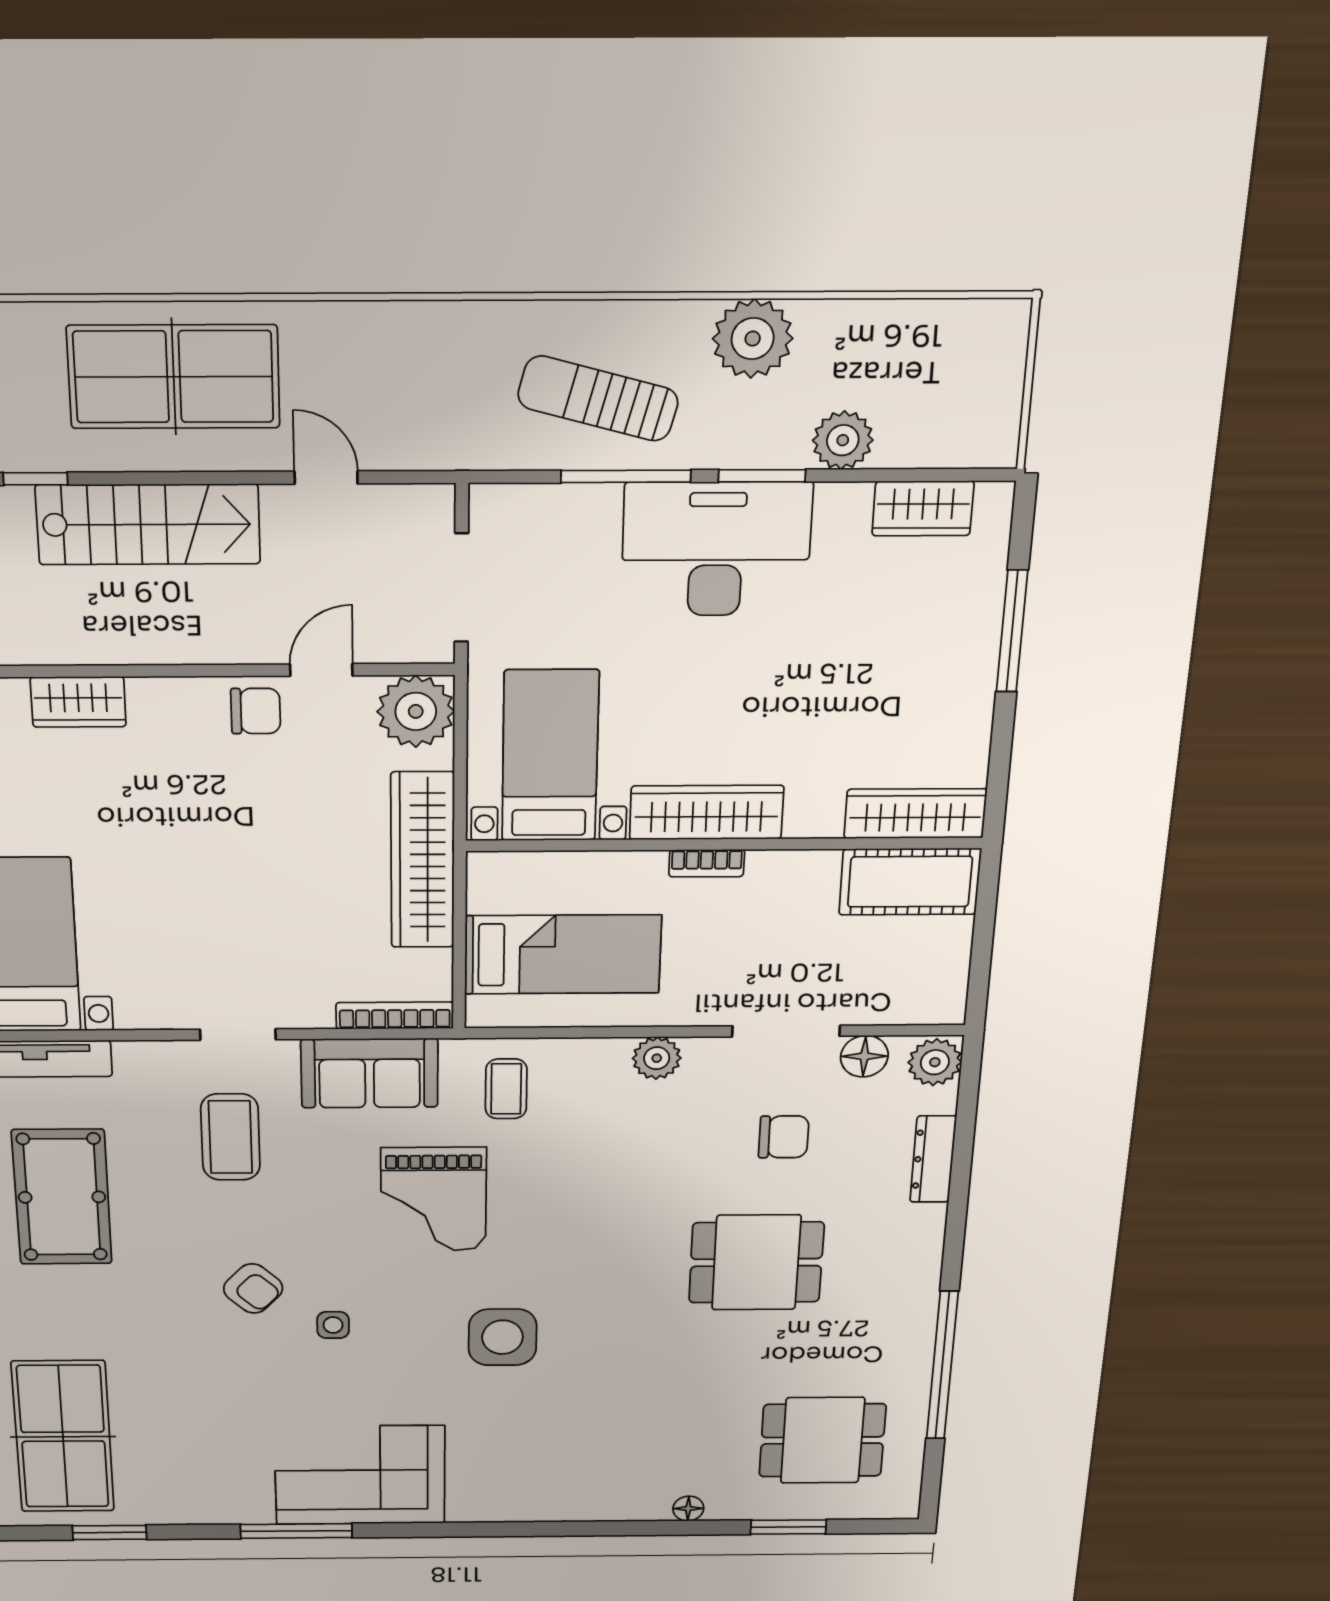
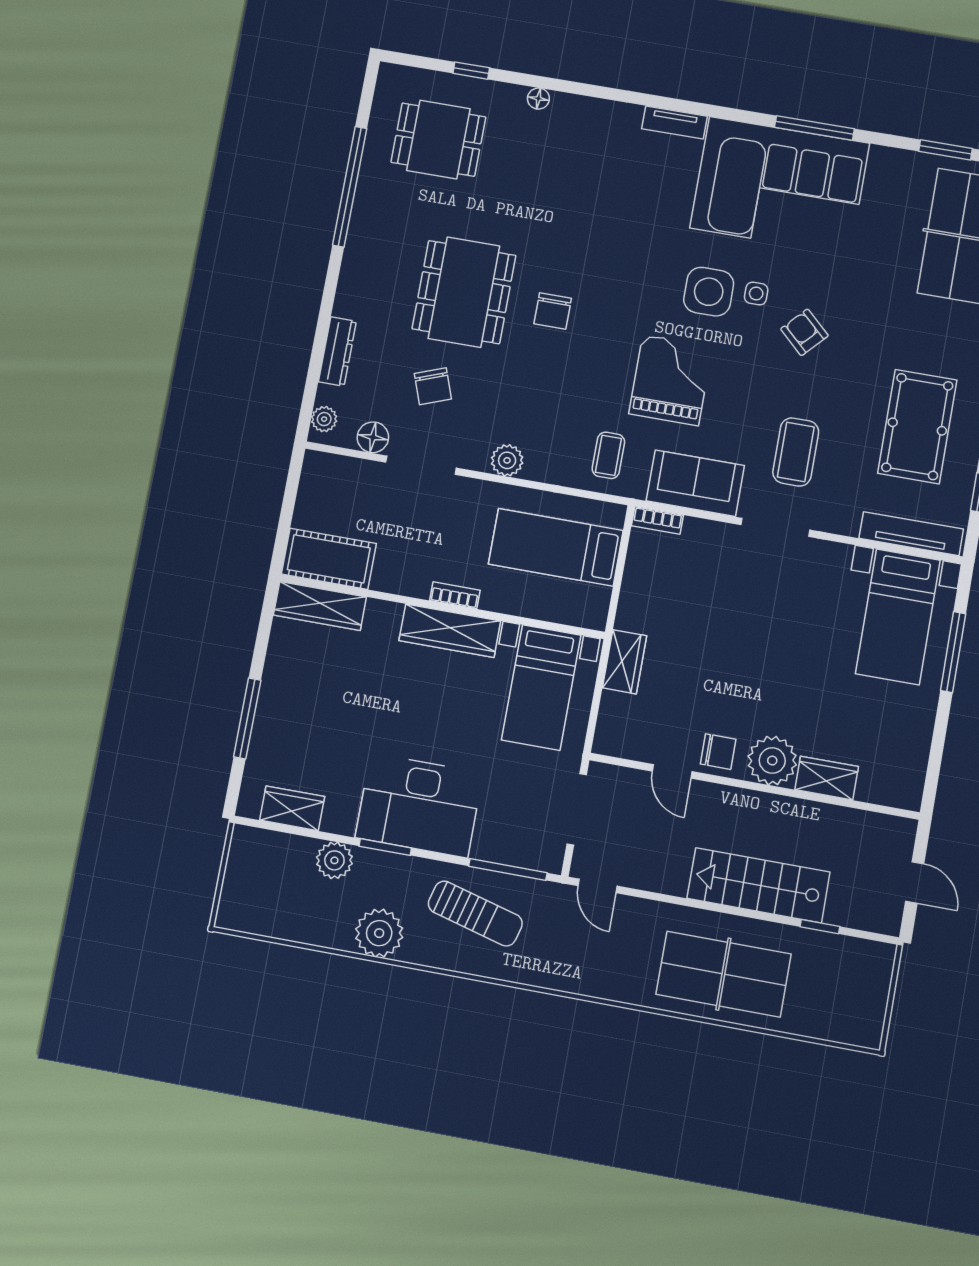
window: (626, 476) -> (508, 870), moved
door: (326, 478) -> (597, 886), moved
door: (321, 670) -> (672, 771), hinge flipped
chair: (256, 711) -> (718, 752), turned 180
plant: (416, 711) -> (772, 761), moved
wardrobe: (423, 860) -> (625, 662), width x0.48, depth x0.85
bookcase: (395, 1015) -> (657, 520), width x0.64
doorway: (238, 1034) -> (775, 527), width x1.38
plant: (935, 1062) -> (324, 419), width x0.73, depth x0.73
chair: (784, 1137) -> (433, 386), turned -110
chair: (623, 1259) -> (553, 311), added
dining table: (756, 1262) -> (464, 292), width x1.38
side table: (503, 1337) -> (709, 292), moved
corner sofa: (360, 1475) -> (780, 186), width x1.36, depth x1.36
tv unit: (492, 1509) -> (674, 122), added
window: (788, 1527) -> (471, 71), width x0.67

